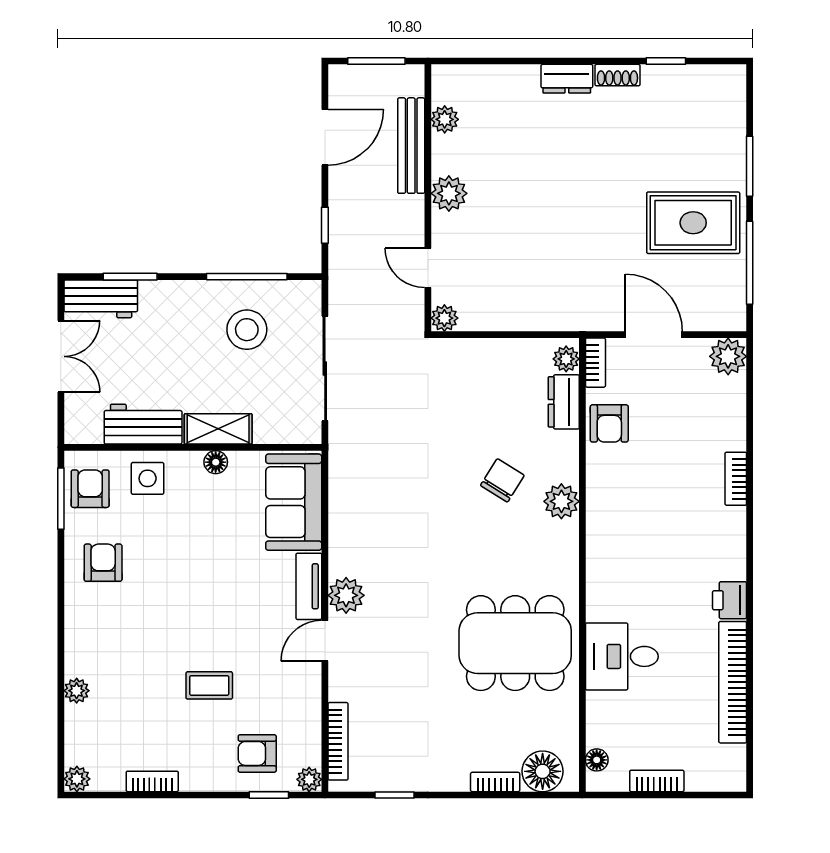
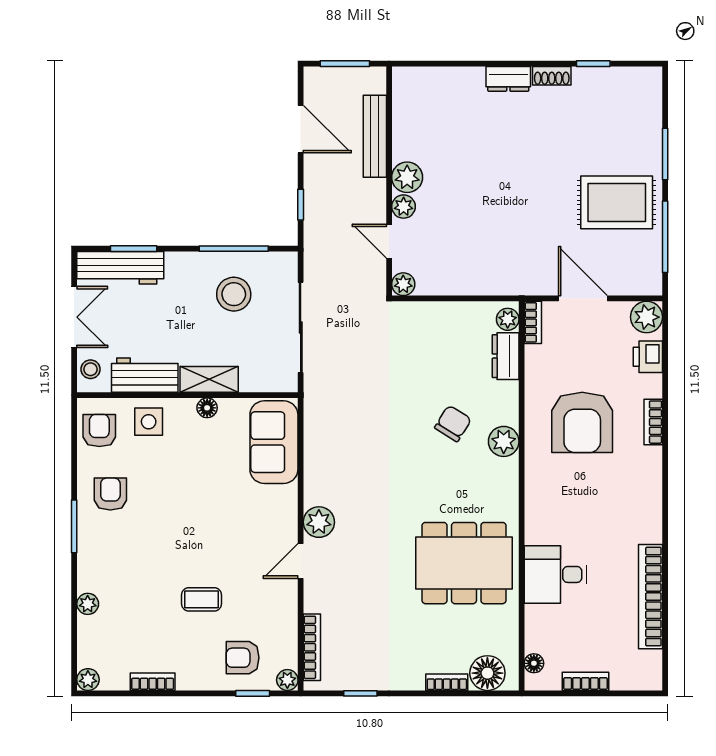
plant: (445, 119) -> (404, 207), moved
door: (325, 137) -> (301, 129), hinge flipped
workbench: (101, 299) -> (120, 268), width x1.37
stool: (80, 417) -> (91, 369), added
armchair: (609, 423) -> (582, 422), moved, width x1.88, depth x1.88
window: (61, 499) -> (74, 526), moved
tv unit: (309, 586) -> (287, 514), removed
printer: (730, 600) -> (648, 357), moved

